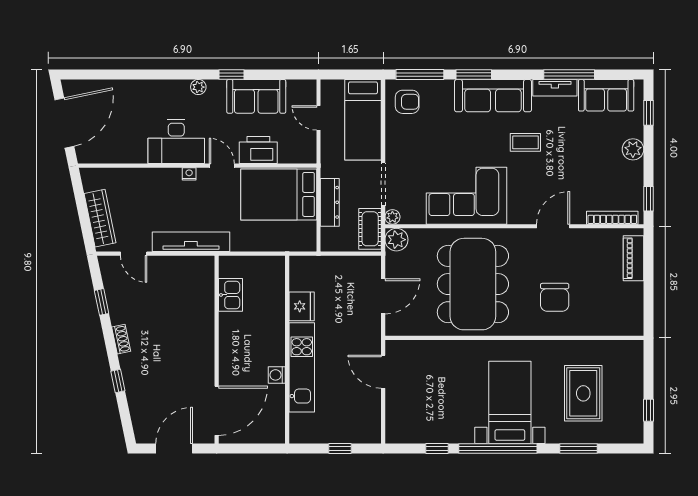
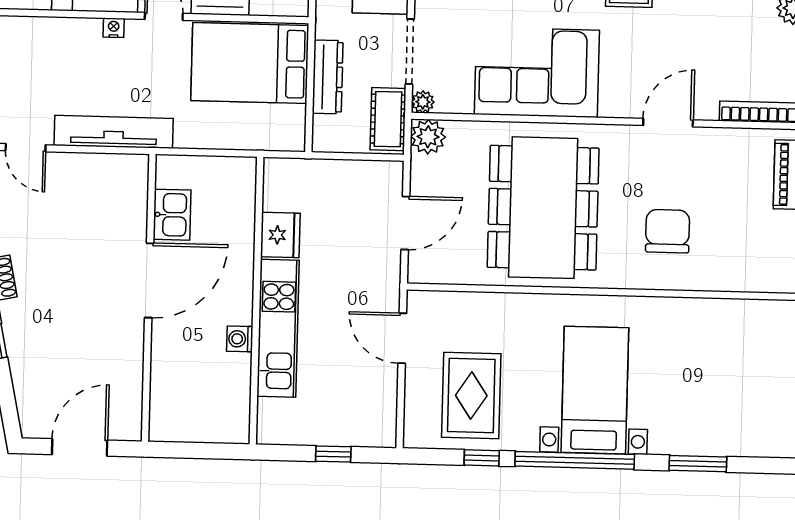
chair: (555, 297) -> (668, 231), turned 180
rug: (583, 393) -> (471, 396), moved
door: (217, 411) -> (149, 280), moved

